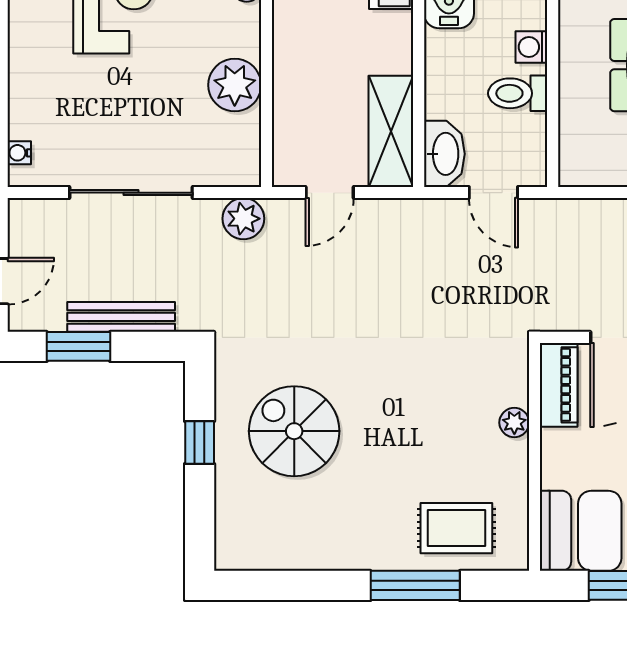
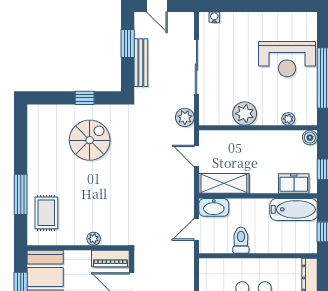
washing machine: (531, 47) -> (262, 246), removed

